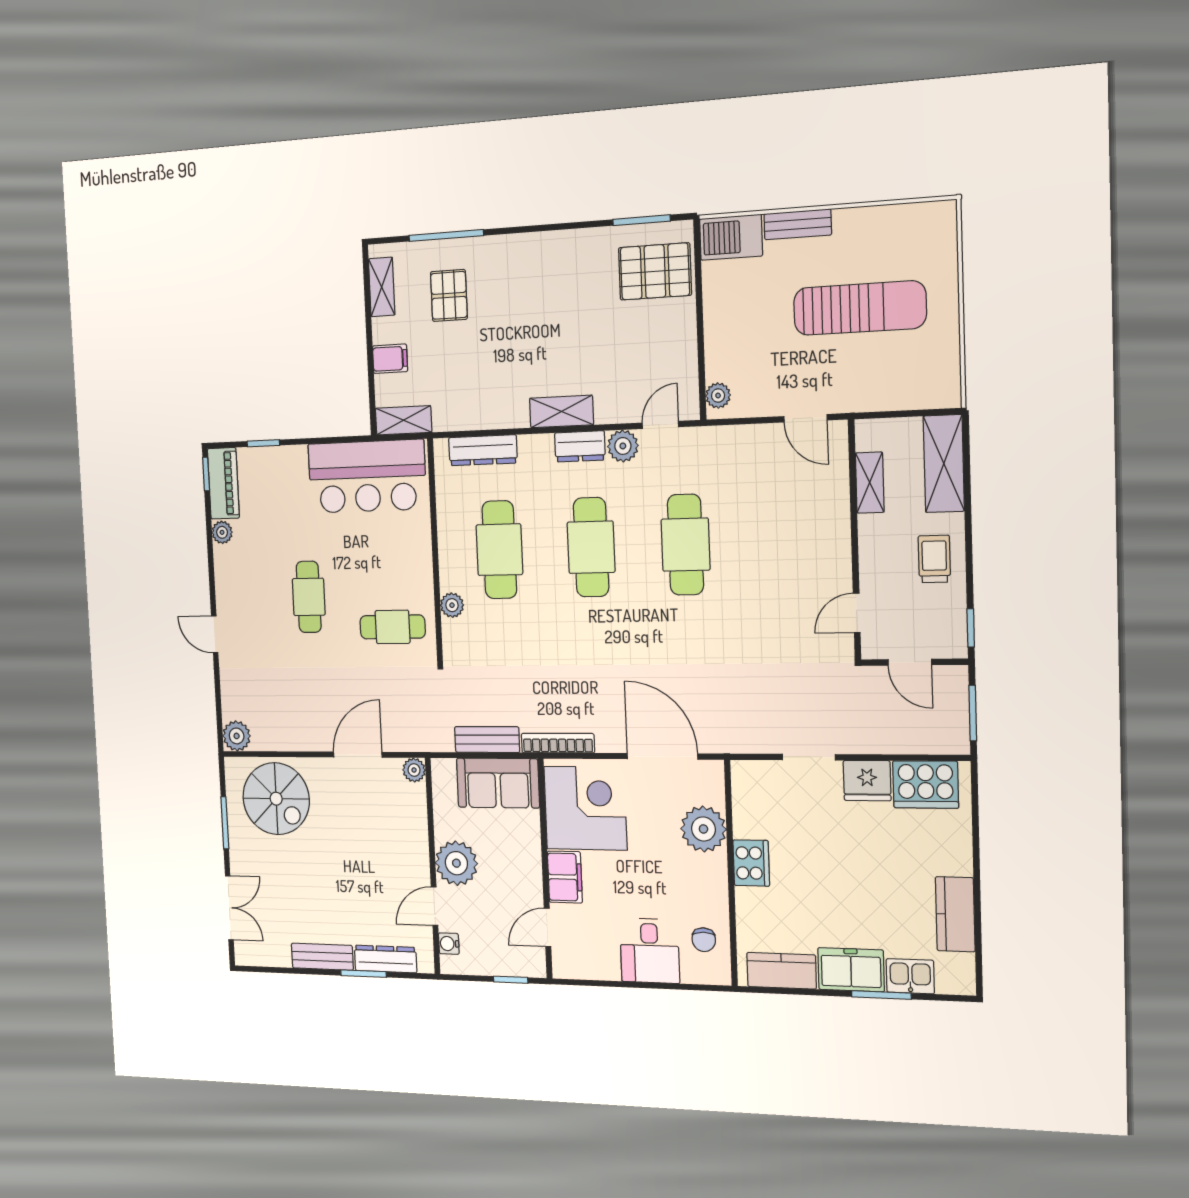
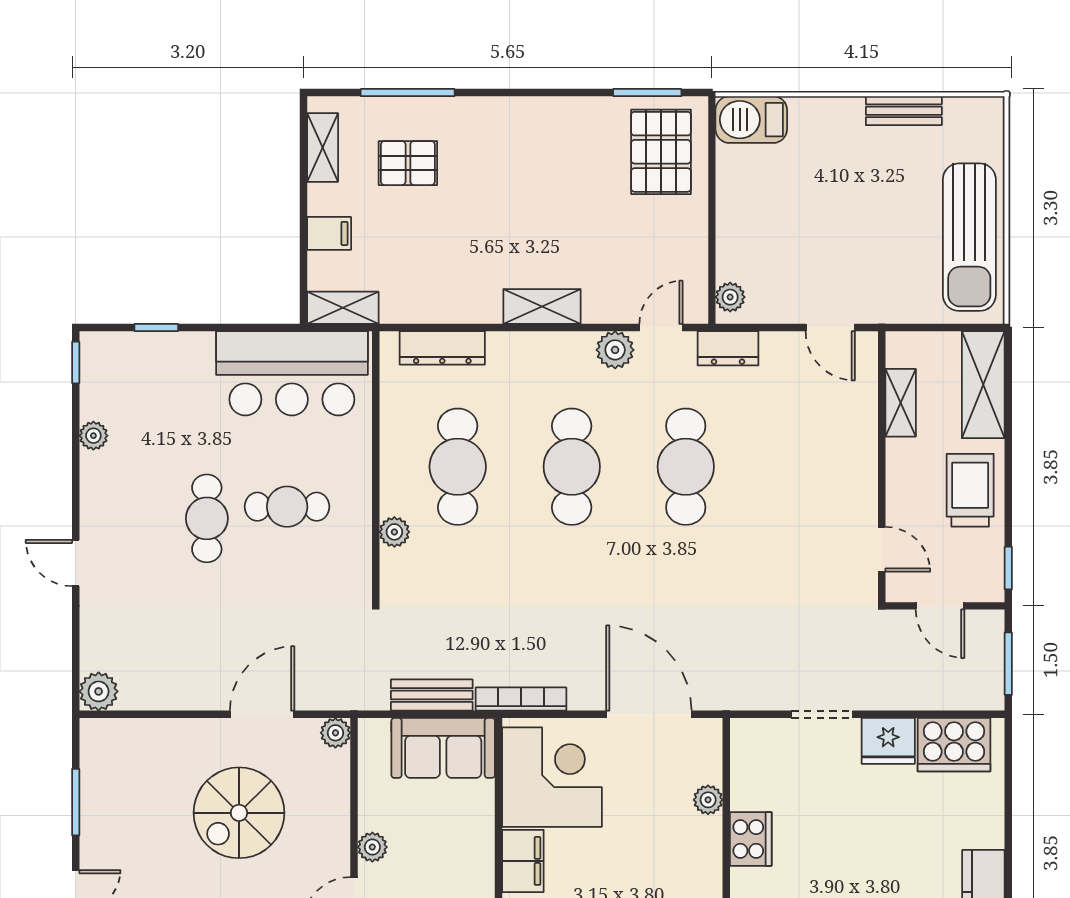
bench: (798, 224) -> (904, 111), moved
pallet: (655, 271) -> (661, 152), turned 90
pallet: (449, 295) -> (408, 163), turned 90
sun lounger: (860, 308) -> (969, 237), moved, turned 90
dresser: (580, 446) -> (728, 348), moved
piano: (223, 483) -> (99, 375), removed
trolley: (934, 559) -> (970, 490), width x1.36, depth x1.39
door: (857, 613) -> (882, 549), swing flipped
cafe table: (393, 627) -> (287, 507), moved
spiral stairs: (276, 799) -> (239, 813), moved, turned 90
plant: (703, 829) -> (708, 800), width x0.53, depth x0.53
plant: (456, 863) -> (372, 847), width x0.53, depth x0.53

